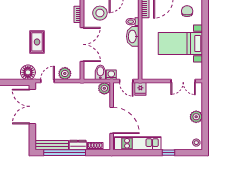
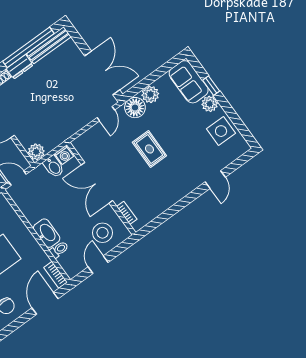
plant: (65, 73) -> (150, 94), moved
washing machine: (111, 75) -> (64, 155), moved

